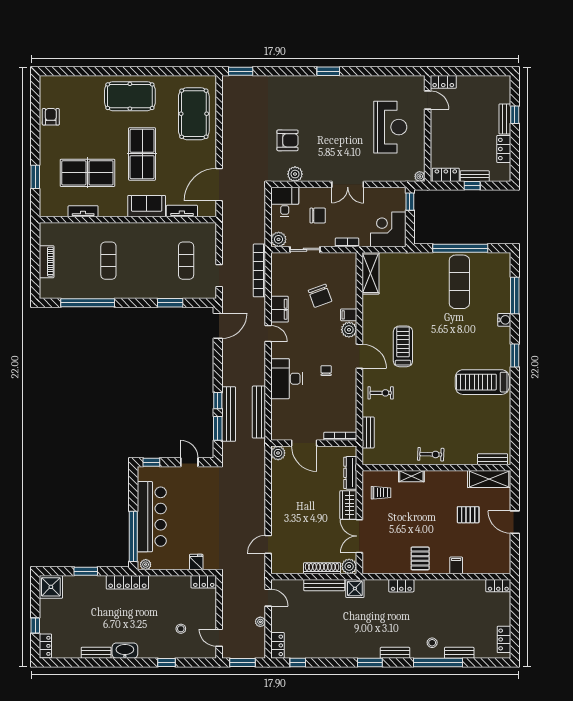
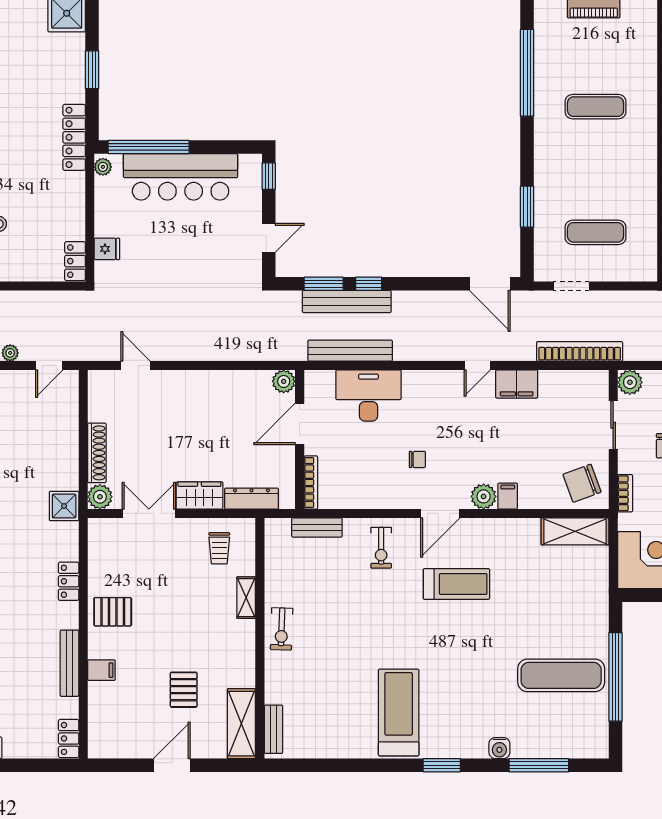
chair: (320, 296) -> (582, 483), moved
desk: (287, 379) -> (368, 396), moved
bench: (324, 585) -> (70, 663), moved

